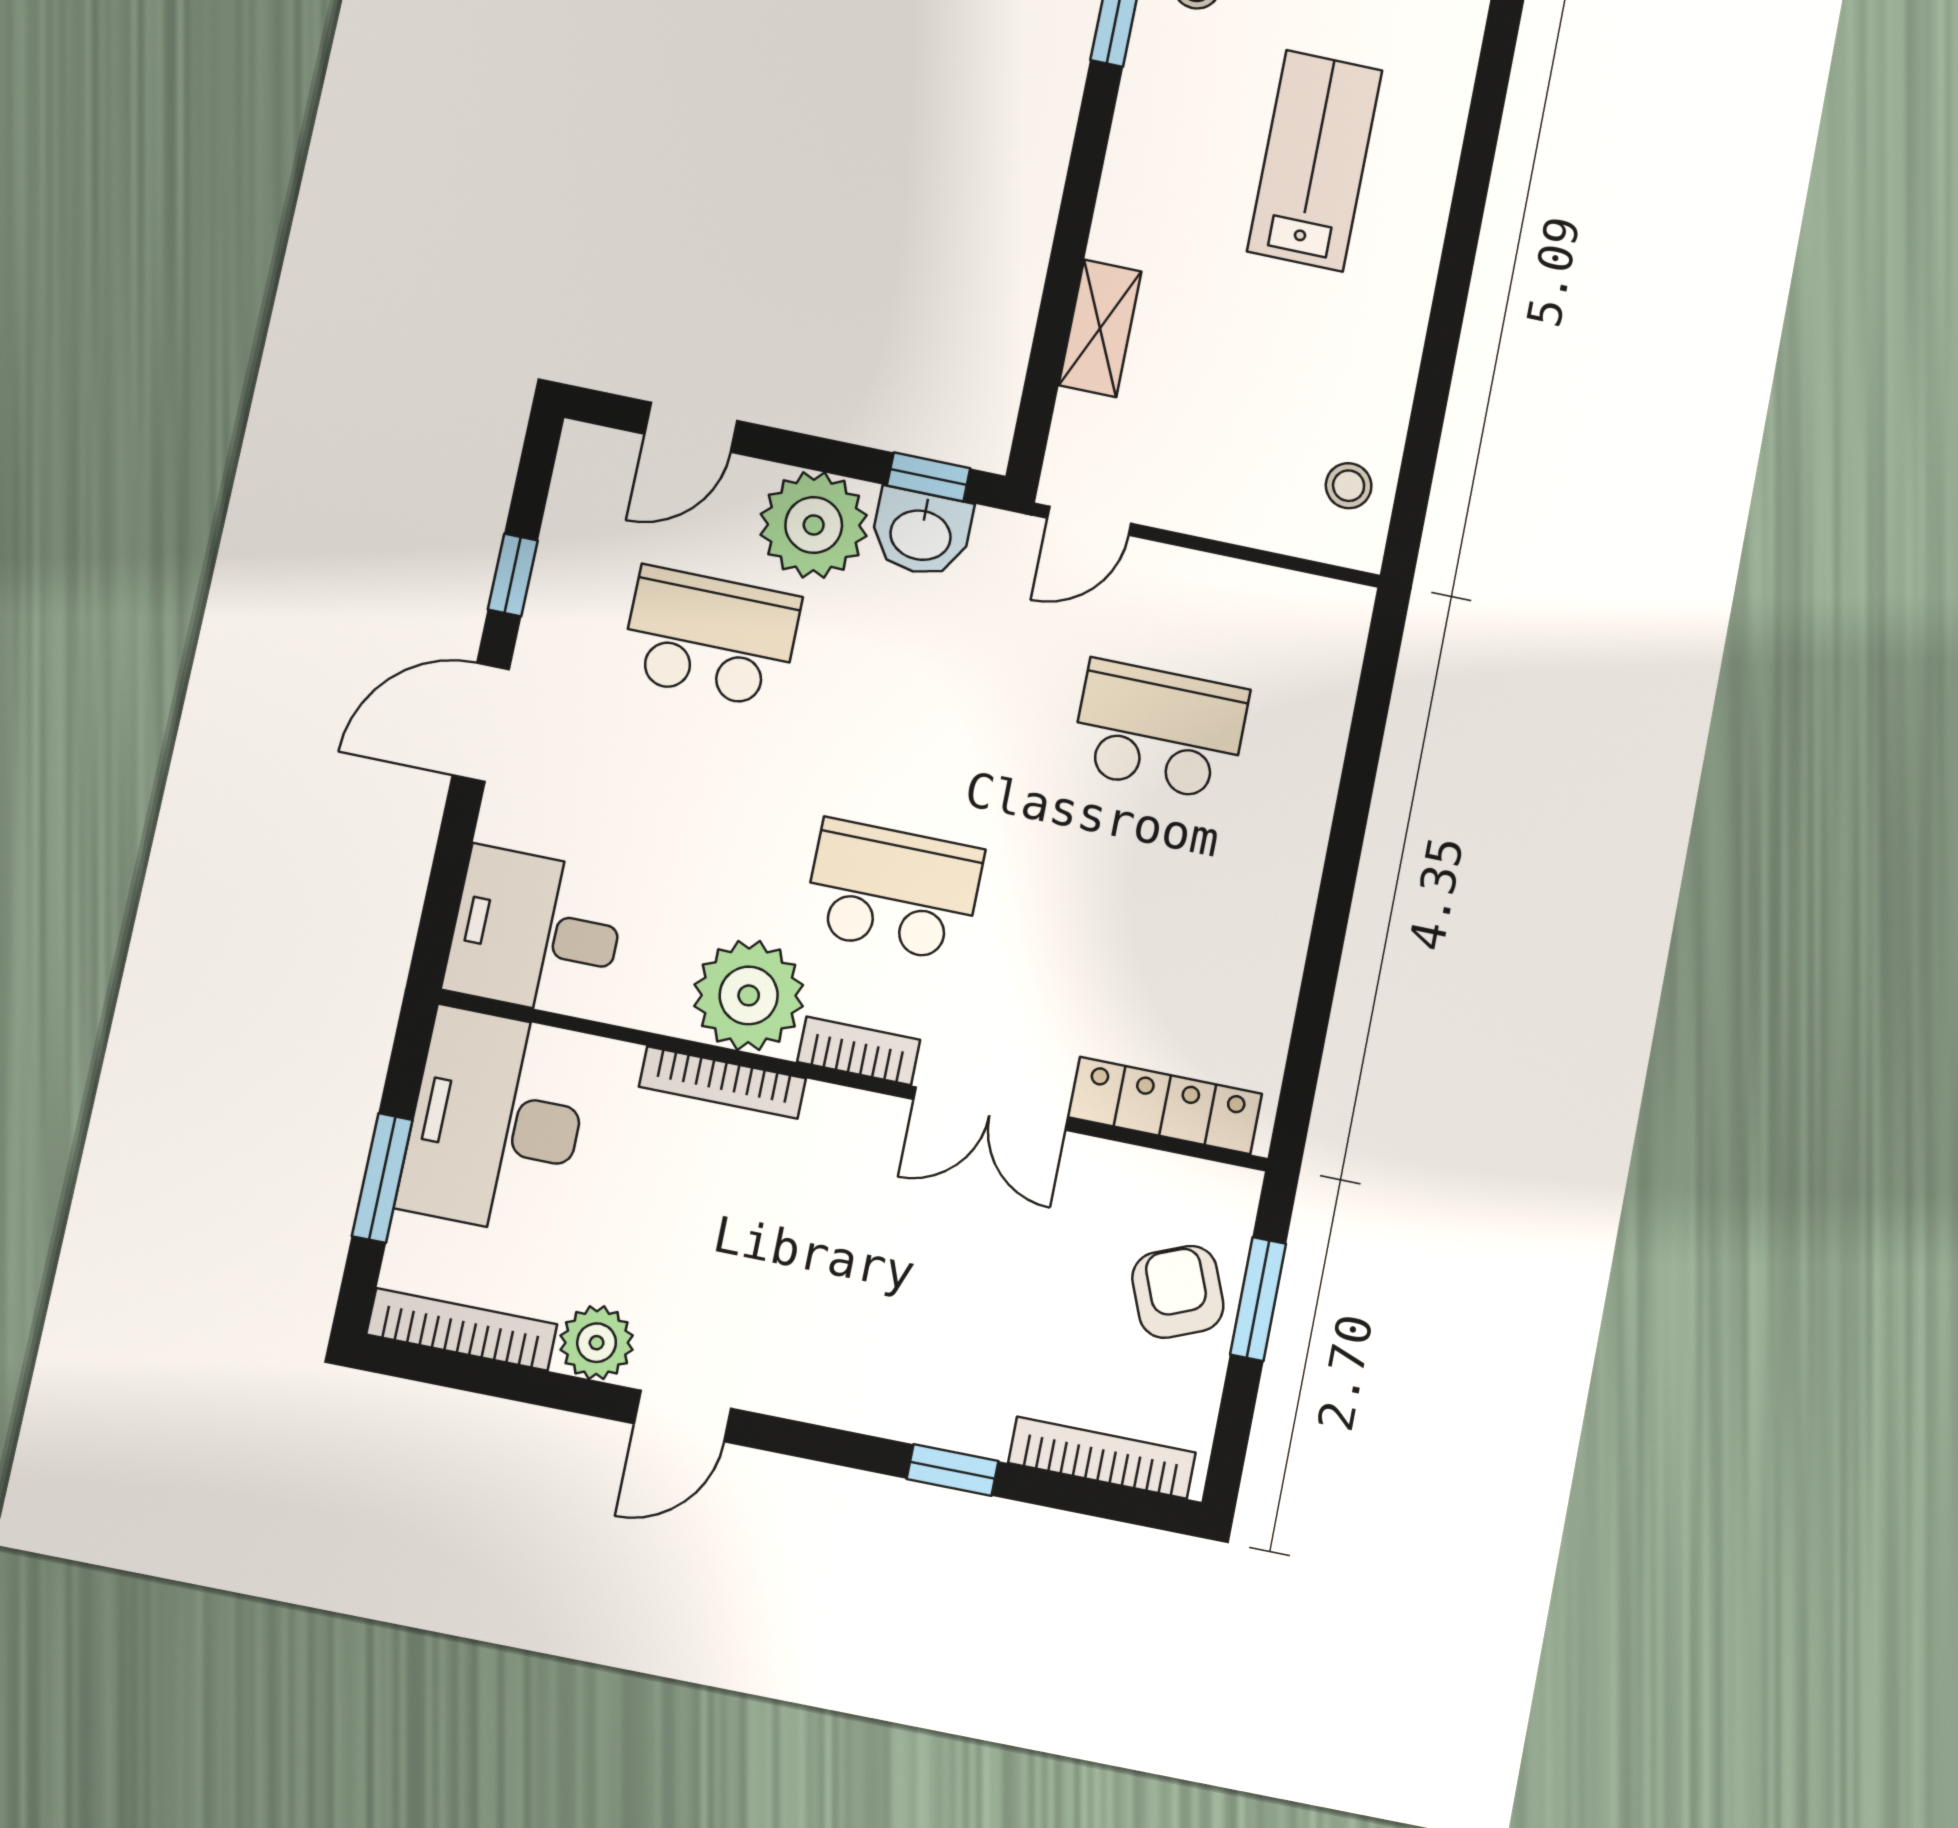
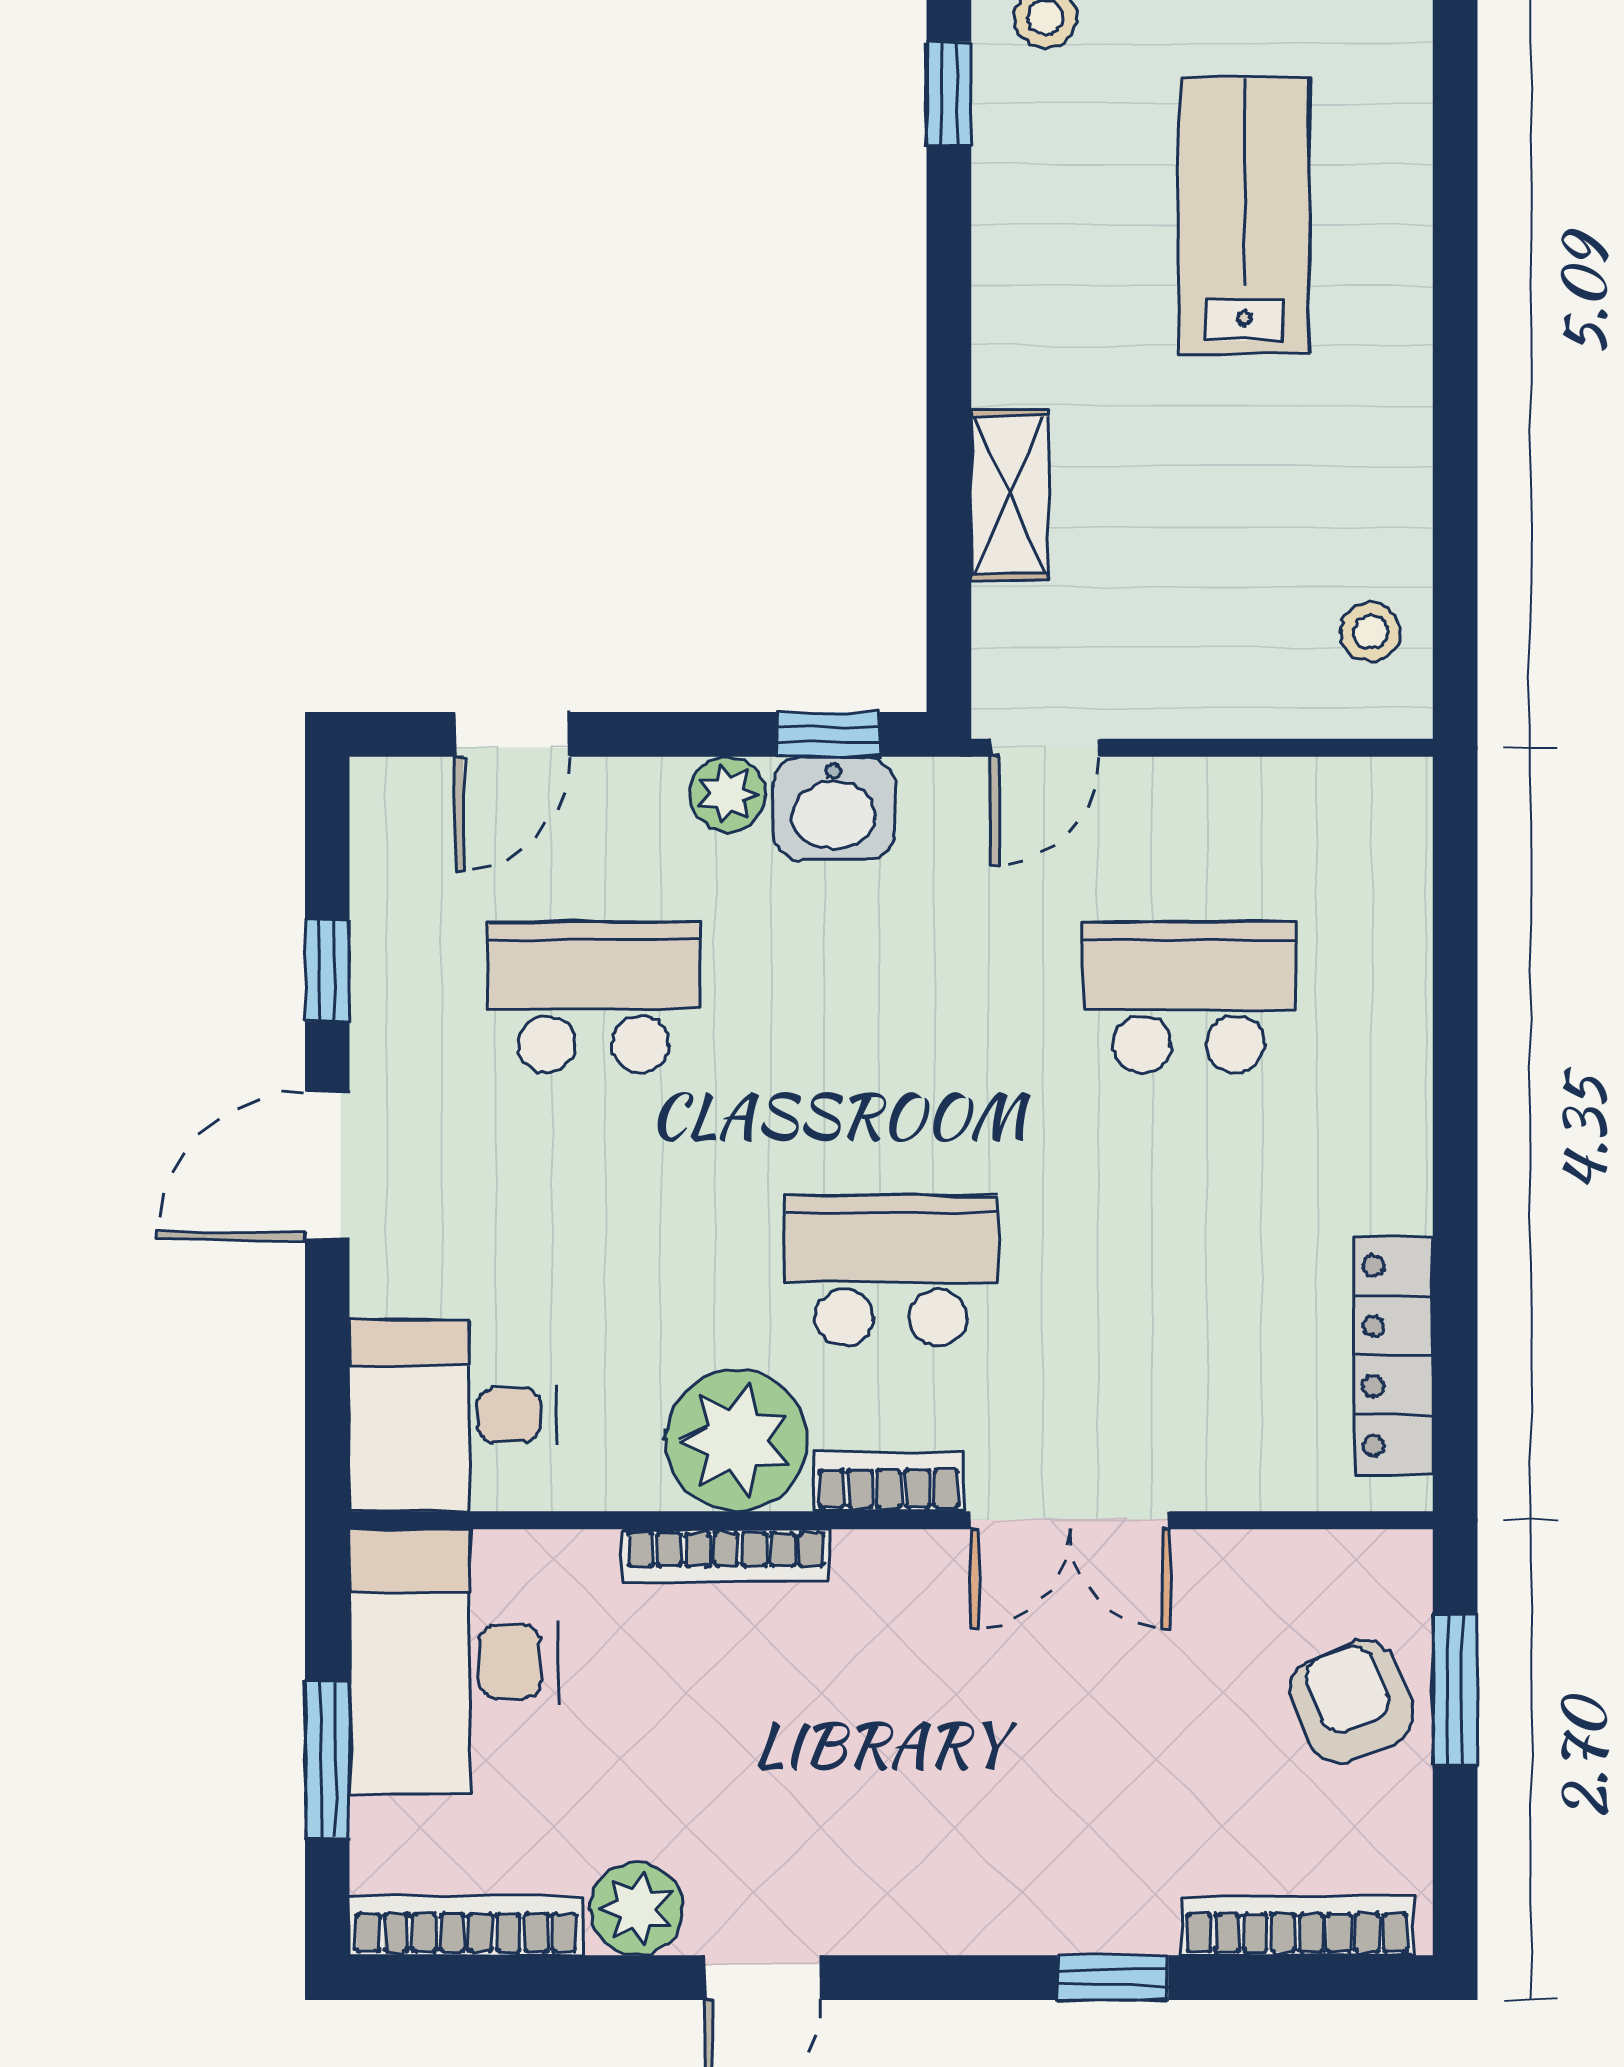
plant: (814, 525) -> (728, 794), width x0.53, depth x0.53
locker: (1165, 1105) -> (1393, 1356), moved, turned -90

